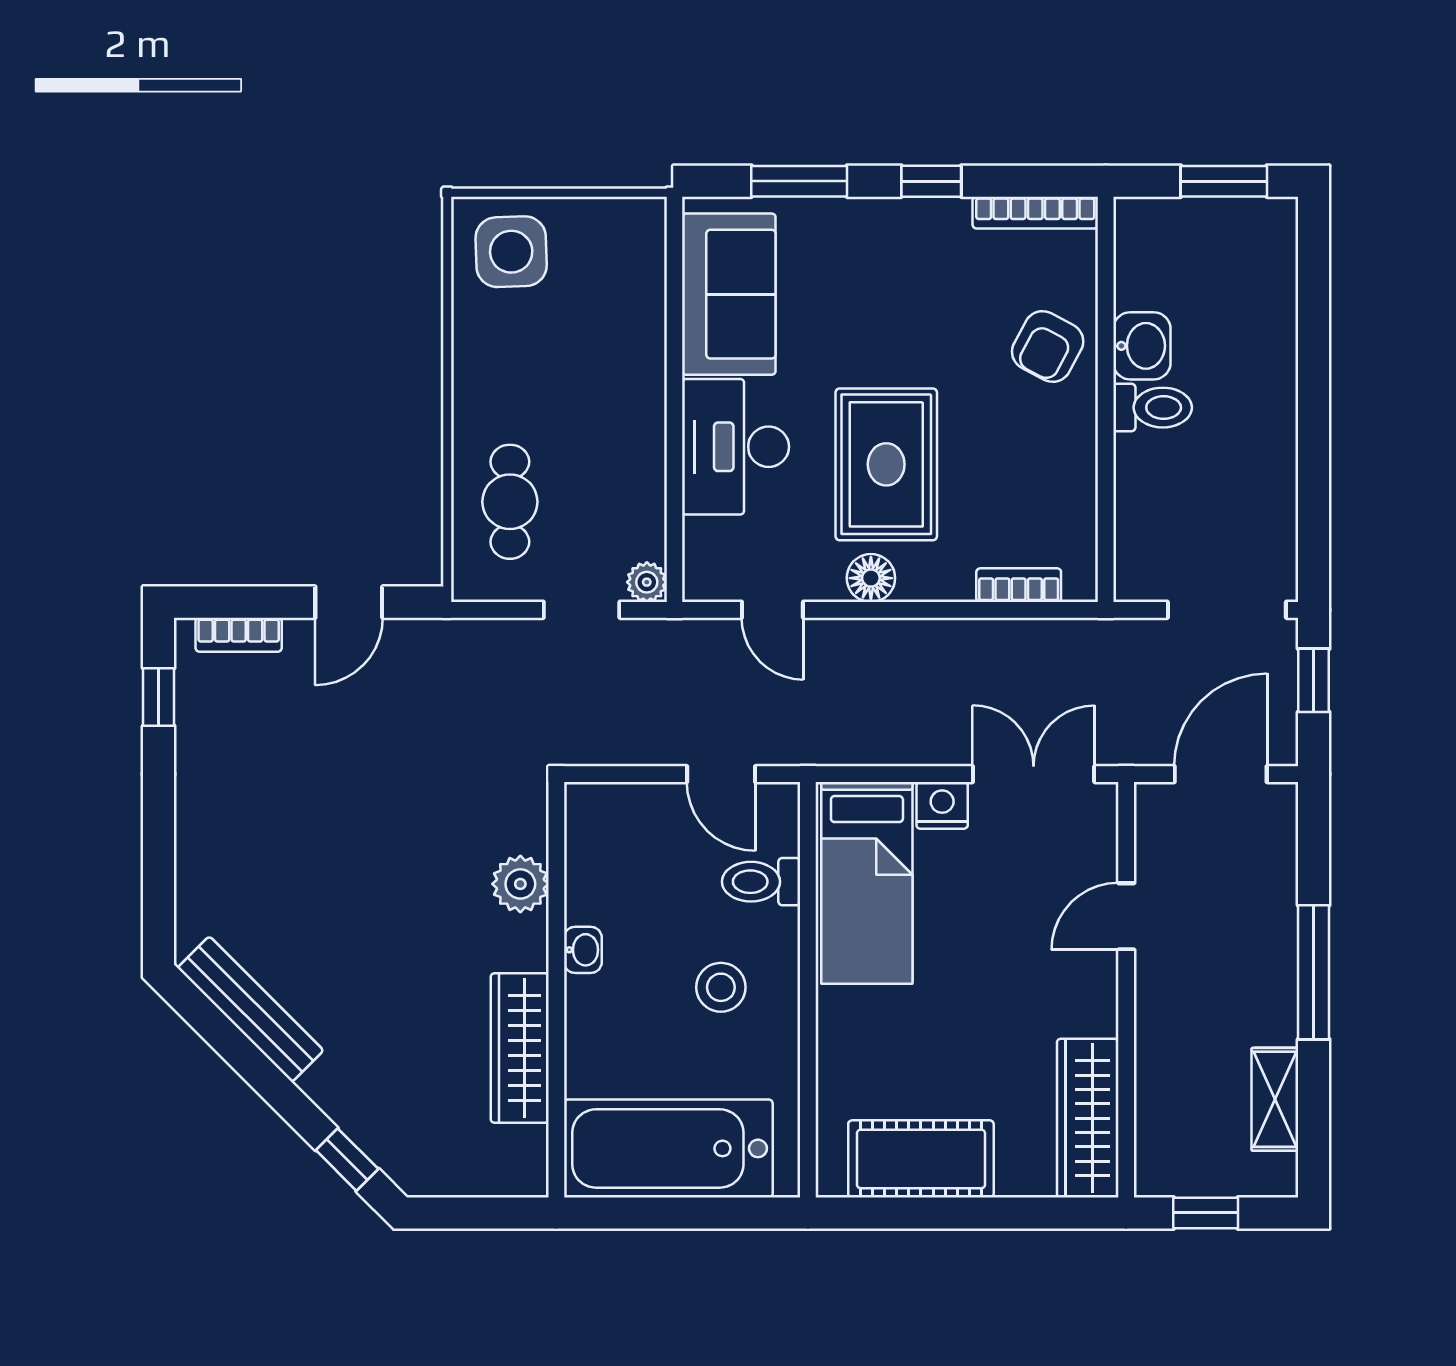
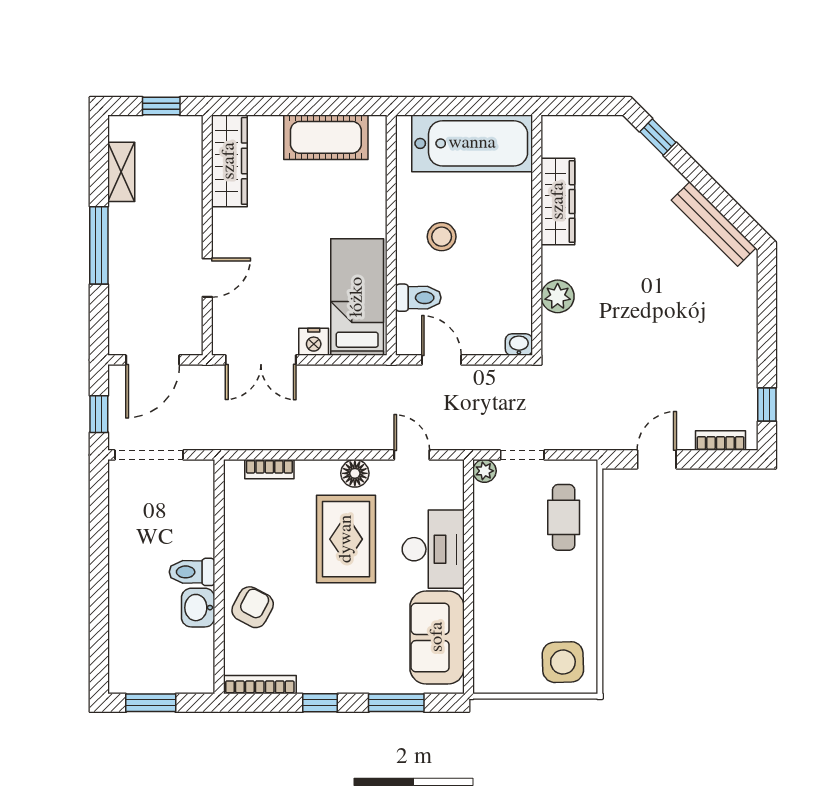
washbasin: (583, 950) -> (519, 345), moved, turned 90

